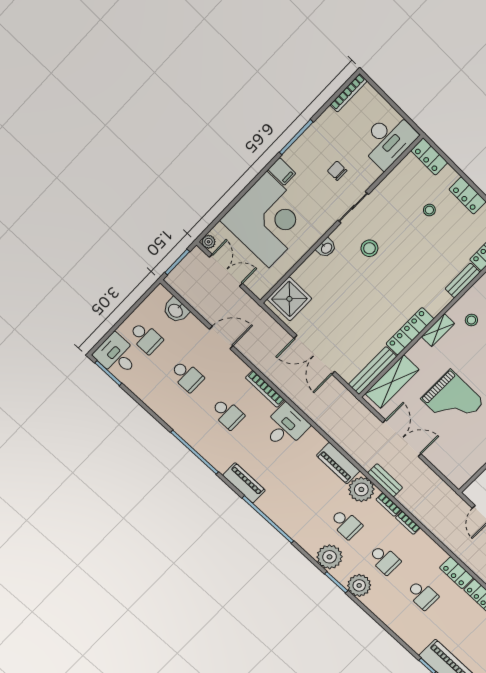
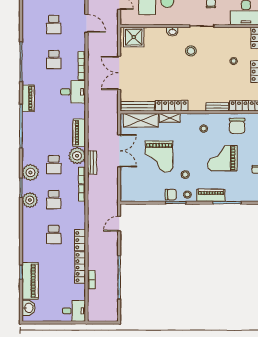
shelving: (438, 330) -> (170, 118), moved

